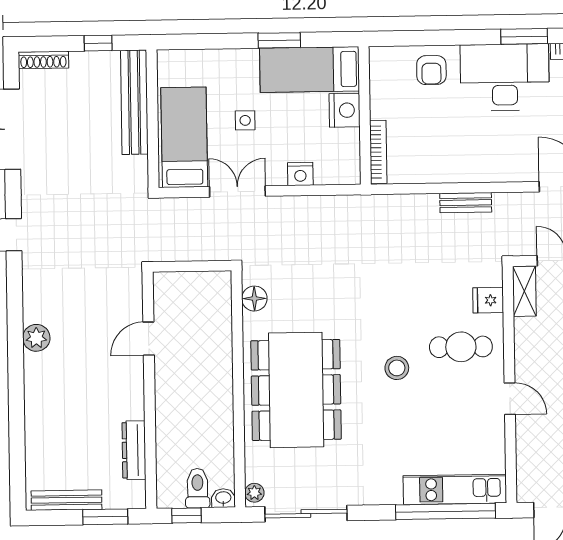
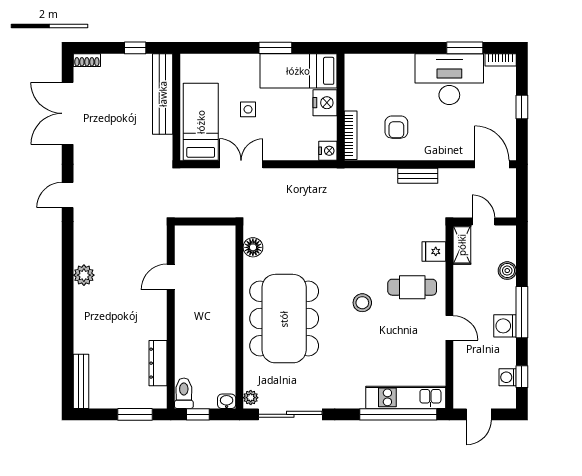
shoe rack: (43, 60) -> (87, 60), width x0.70
armchair: (431, 70) -> (396, 127), moved
nightstand: (300, 174) -> (328, 151), moved, turned -90
toilet: (198, 488) -> (184, 393), moved
bench: (67, 500) -> (81, 381), moved, turned 90

